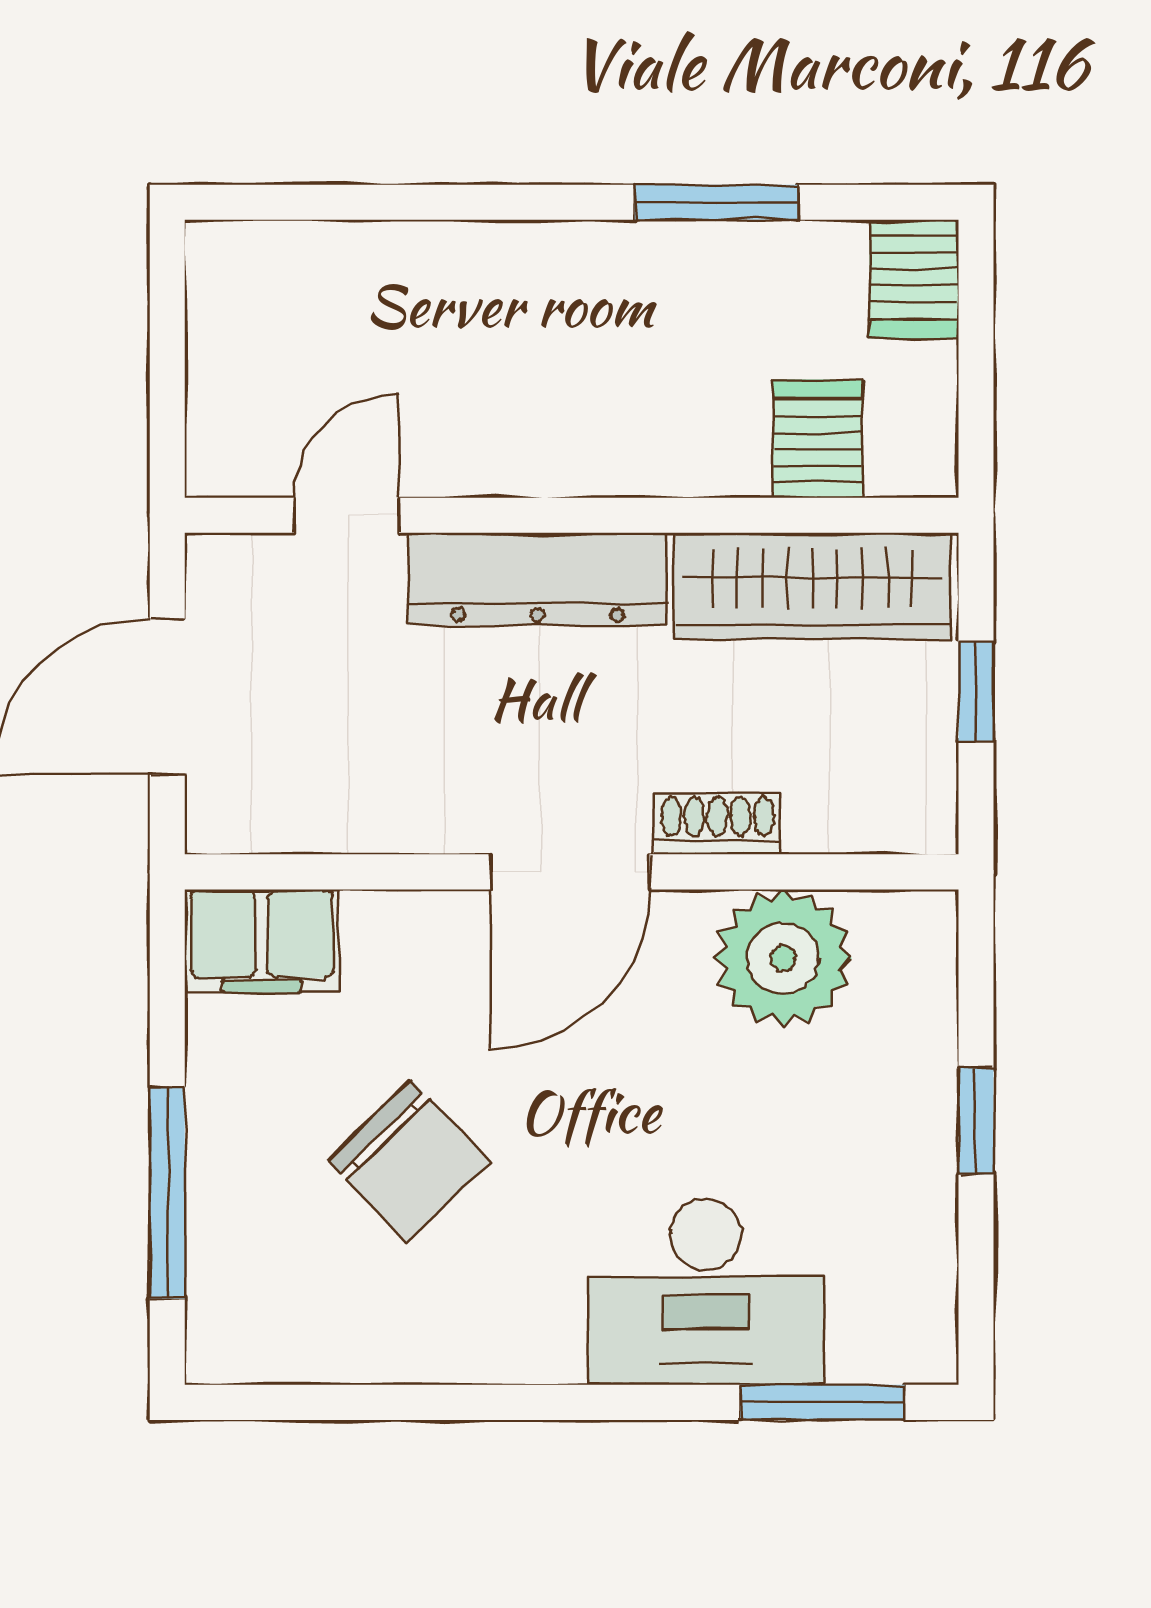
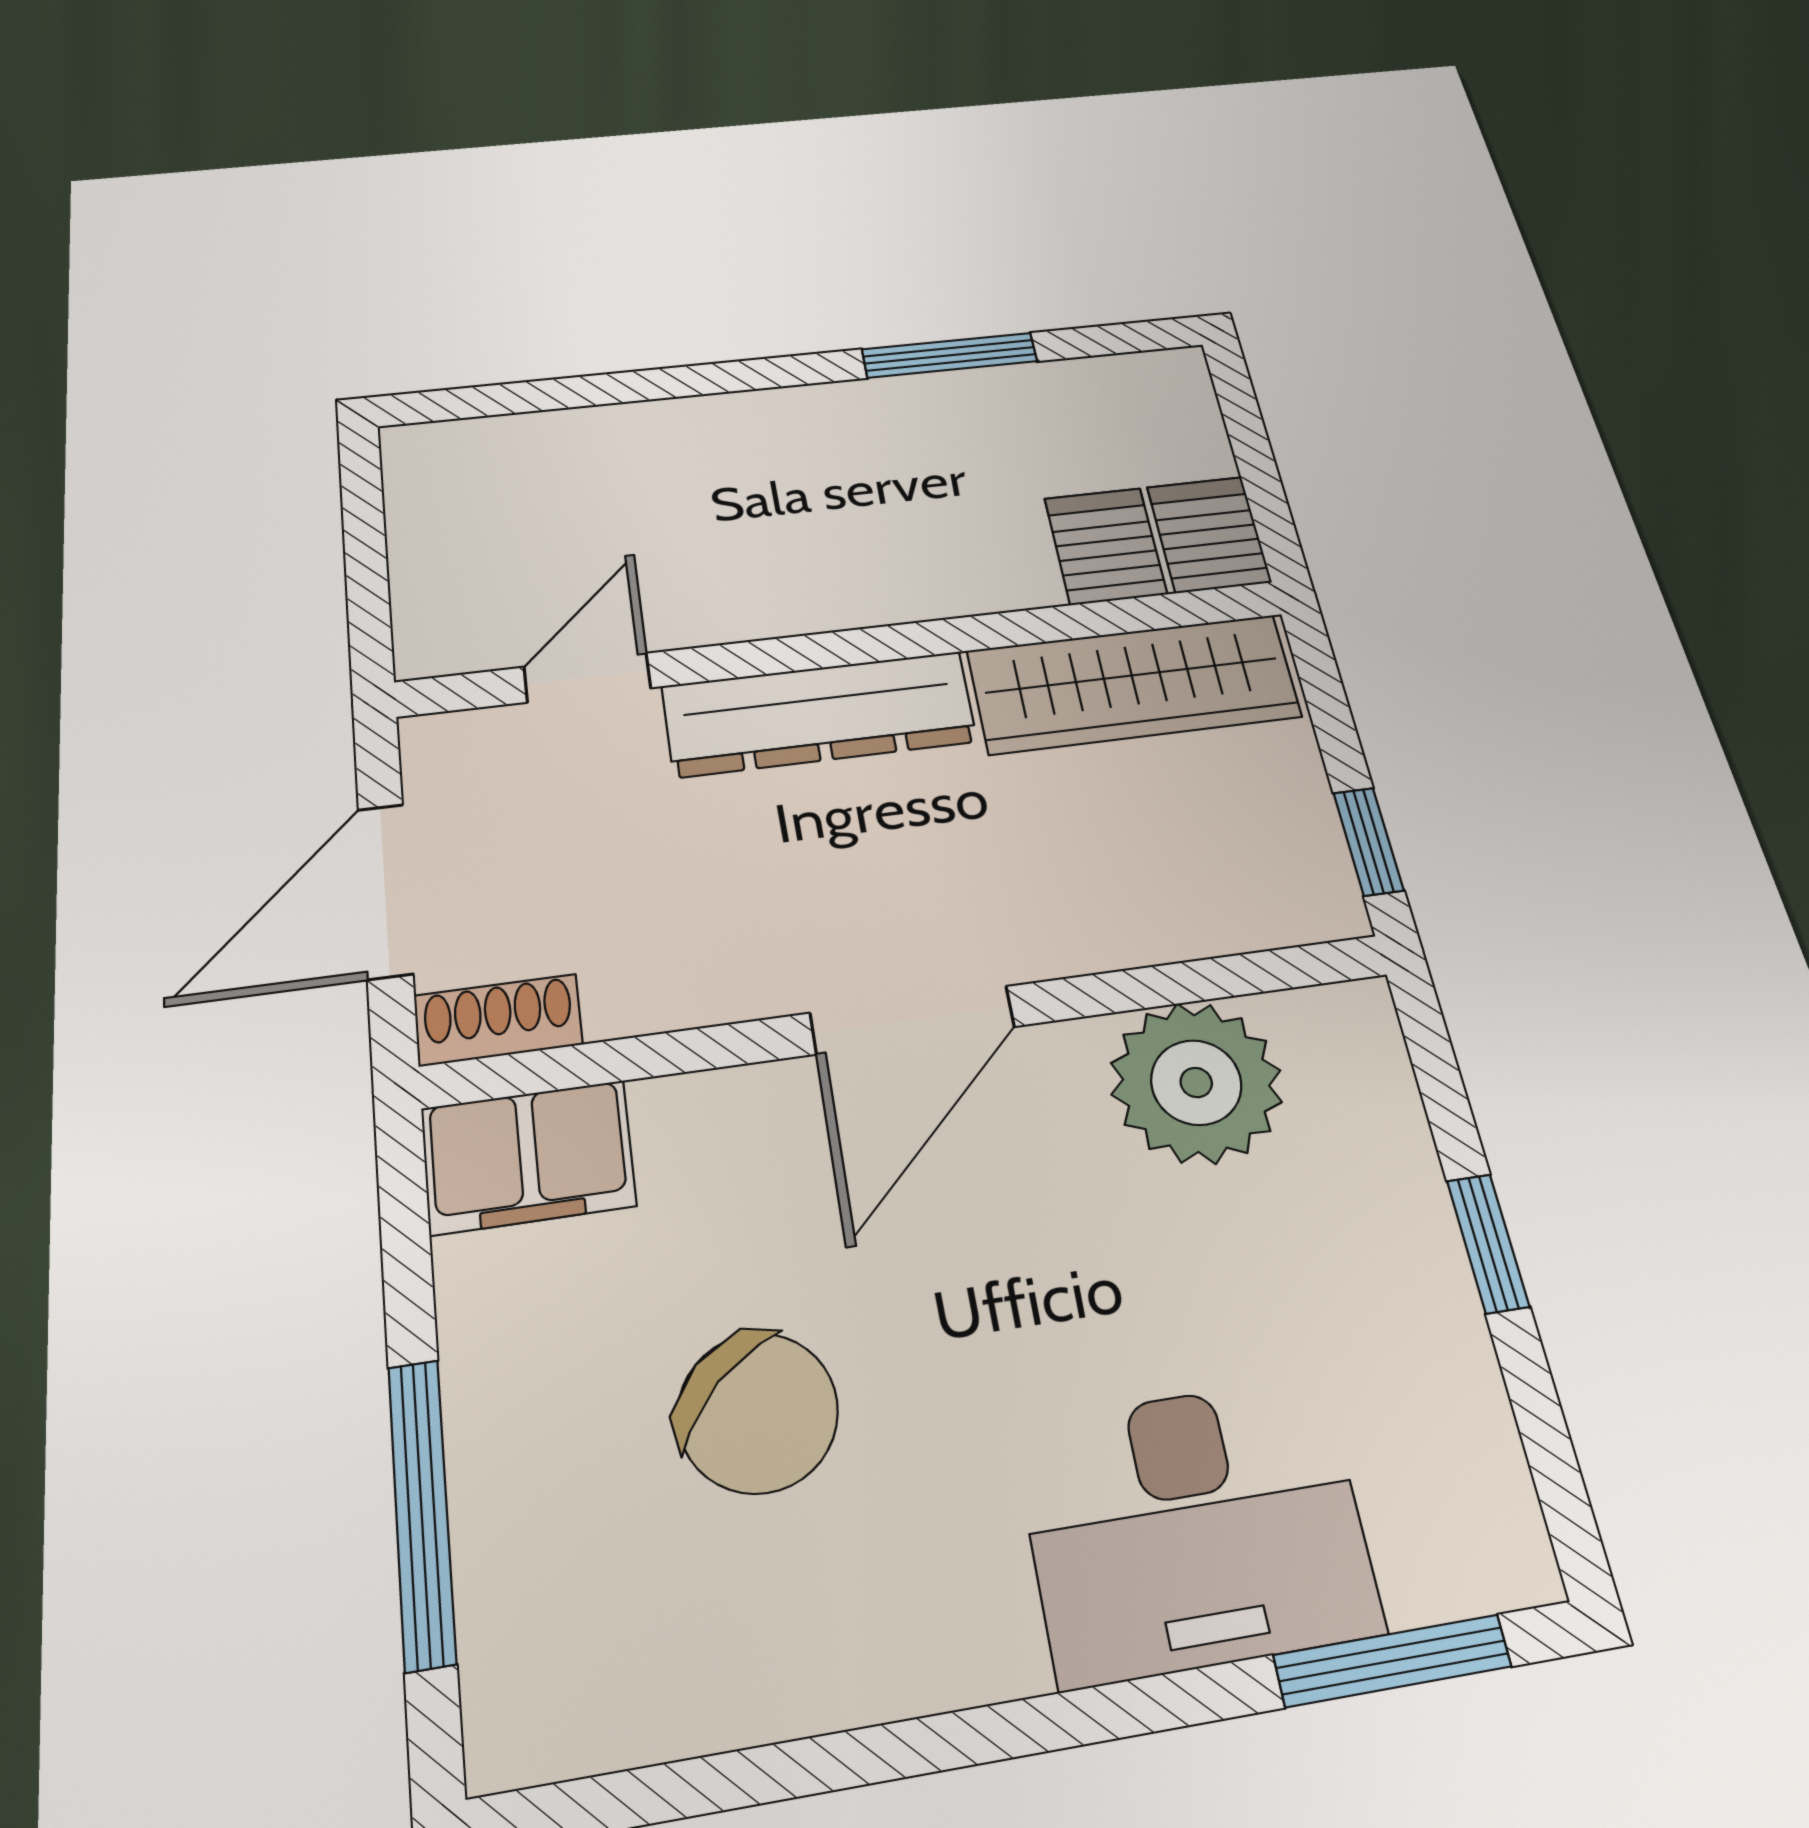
server rack: (914, 279) -> (1209, 534), moved, turned 180
window: (976, 691) -> (1368, 841), moved
shoe rack: (717, 824) -> (498, 1020), moved

